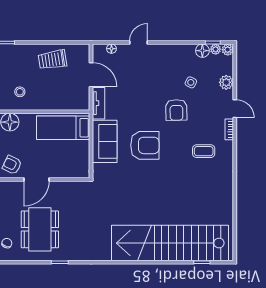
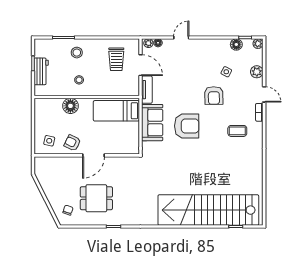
plant: (216, 49) -> (148, 43), moved
stool: (17, 60) -> (77, 53), added
trolley: (52, 60) -> (116, 59), moved, turned -81
dining table: (40, 229) -> (96, 198), width x0.73

